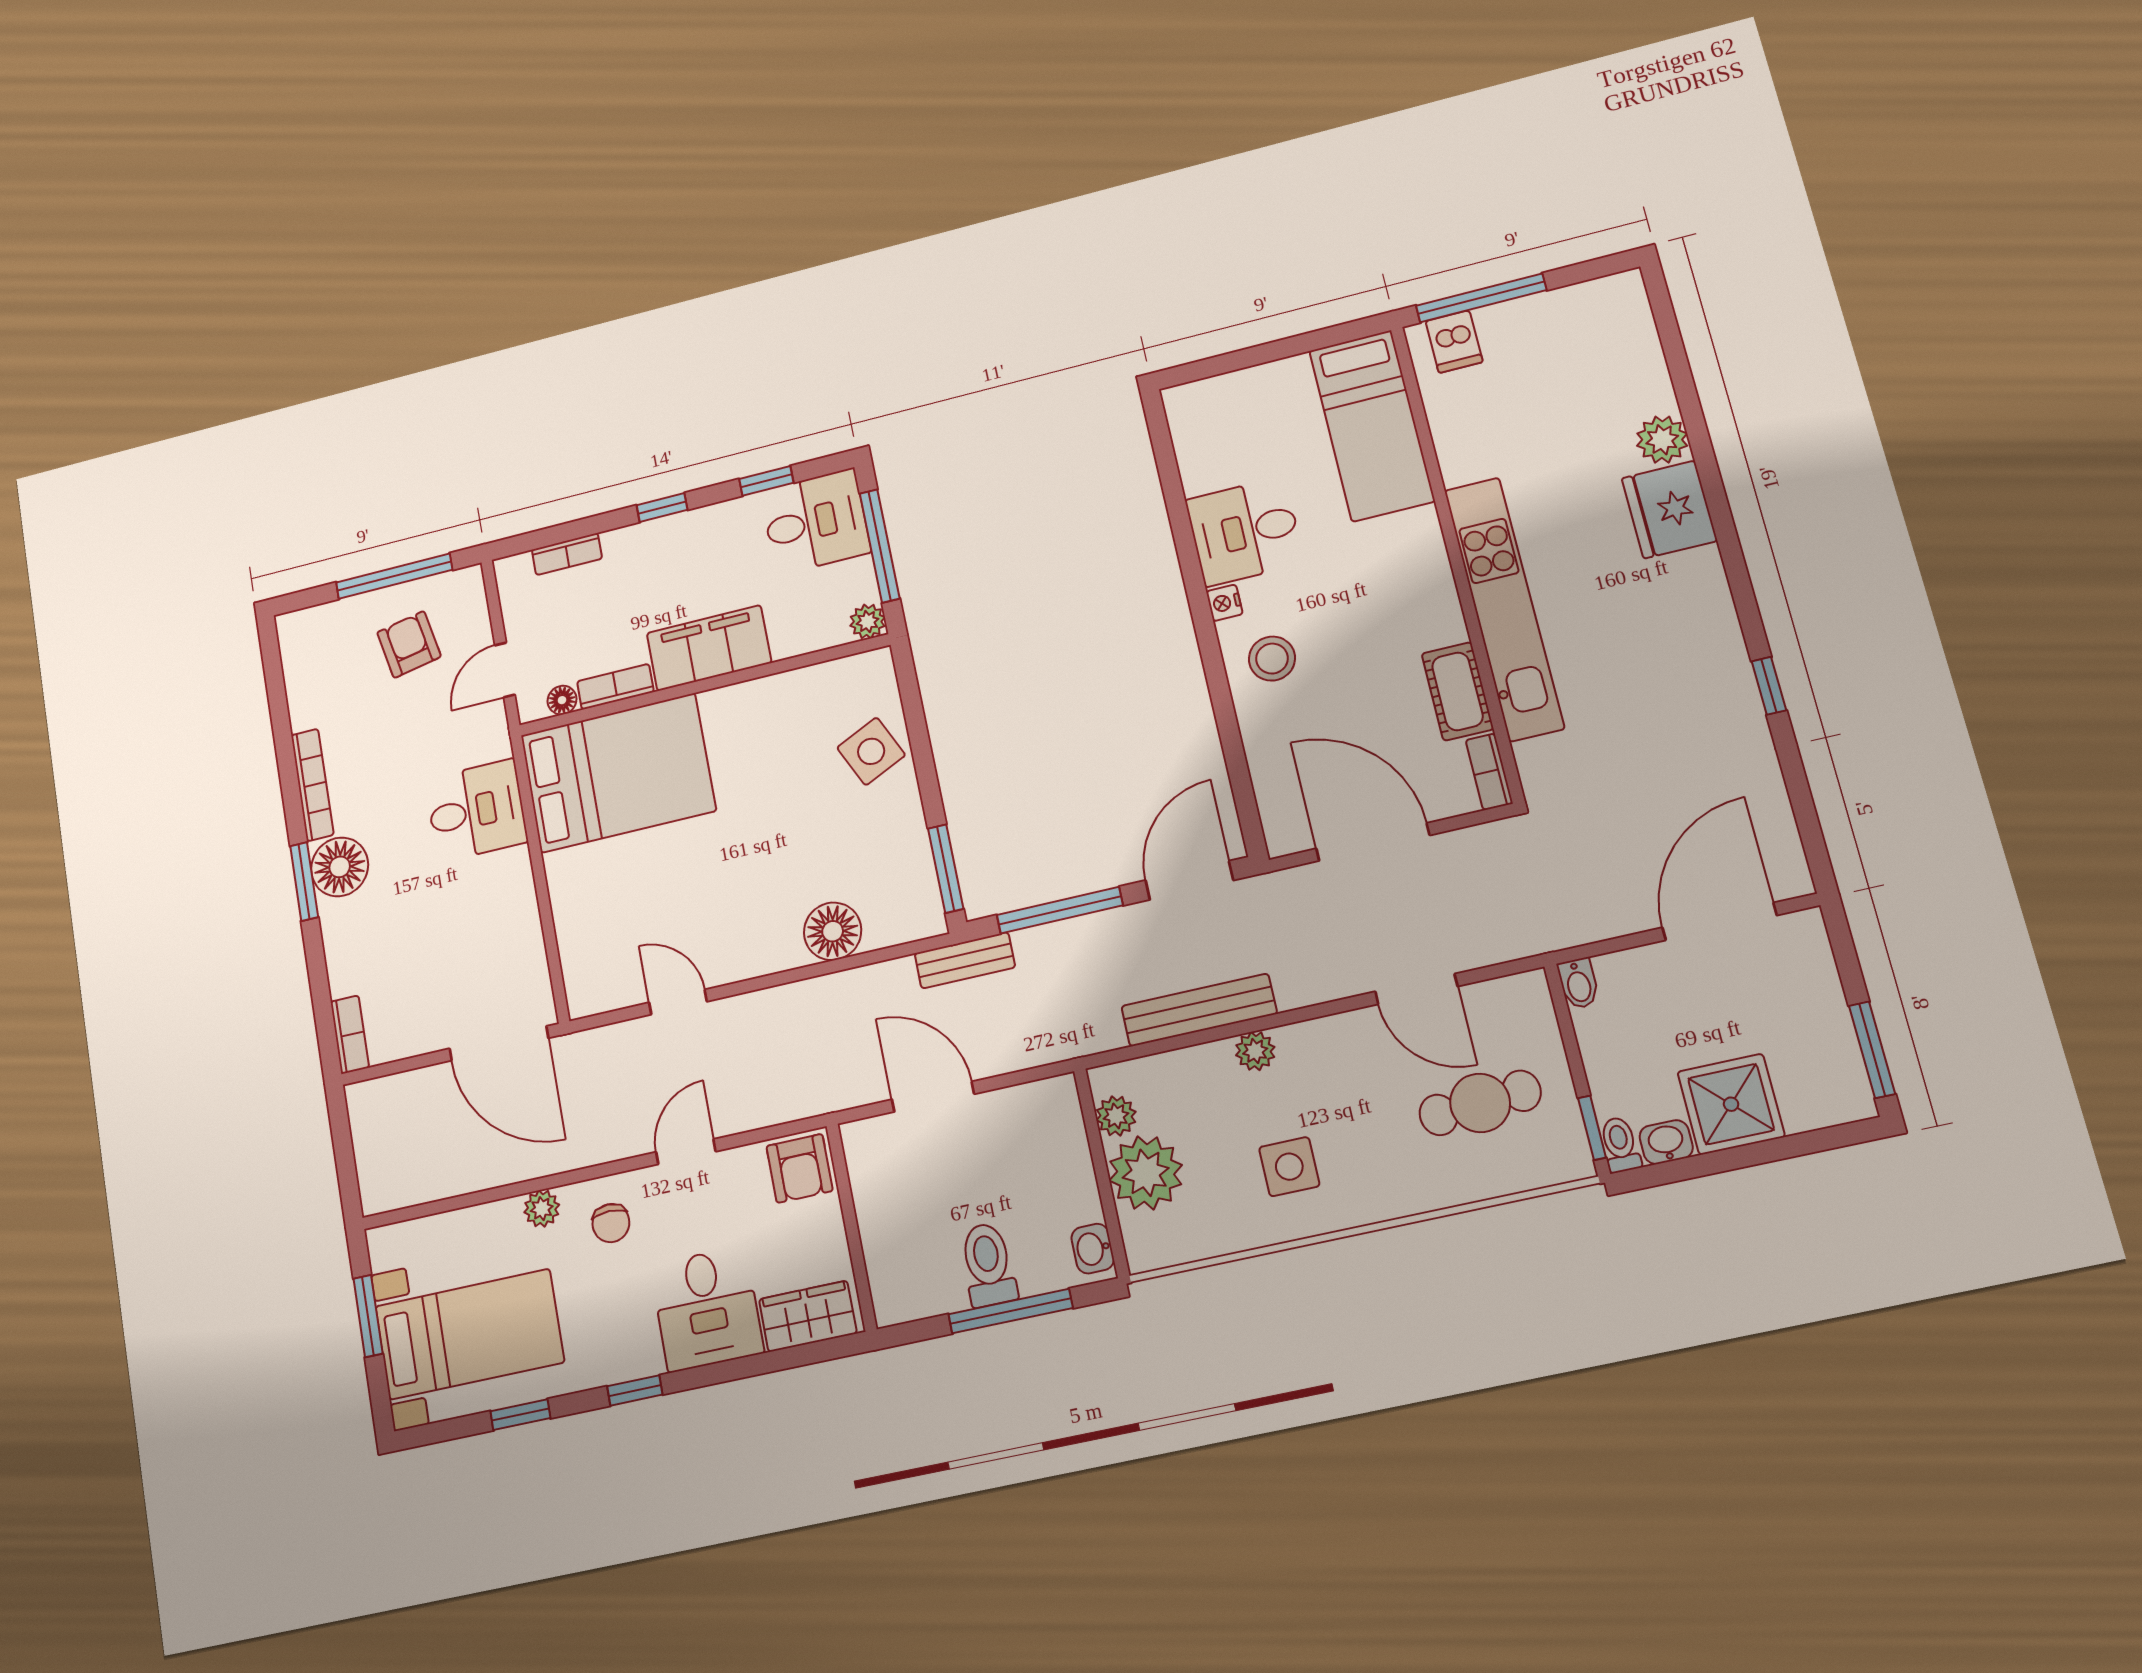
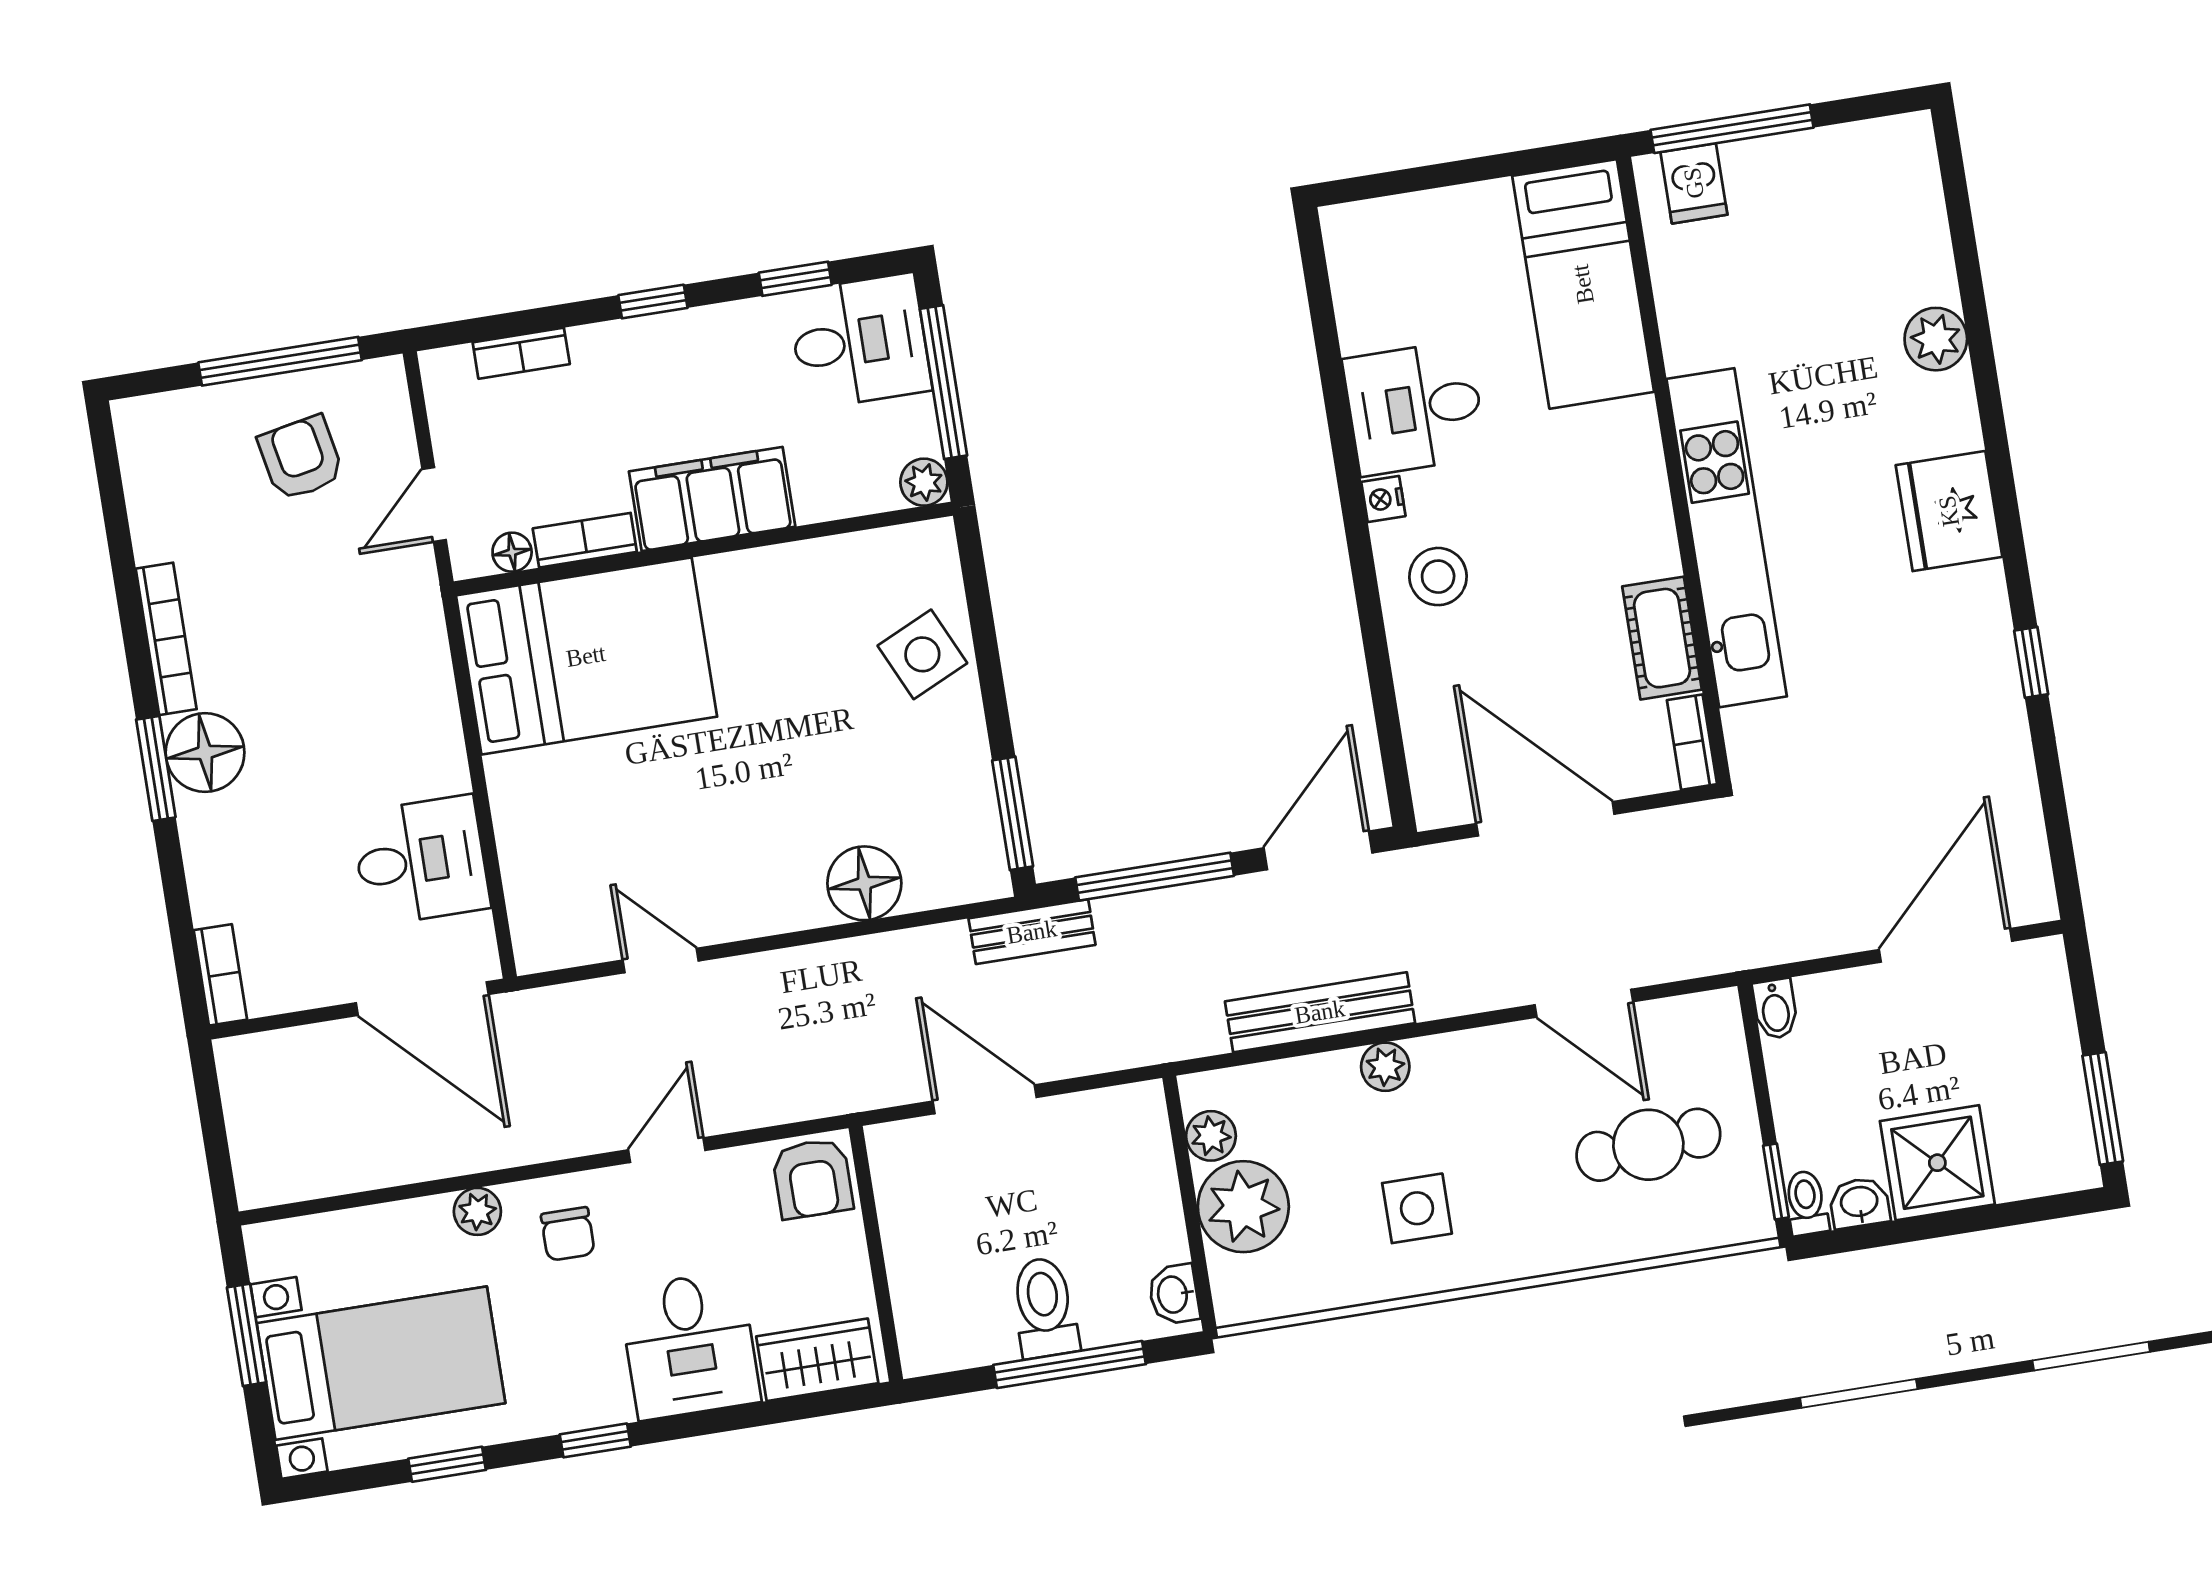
fridge: (1669, 510) -> (1949, 511), moved
desk: (476, 811) -> (421, 860), moved

